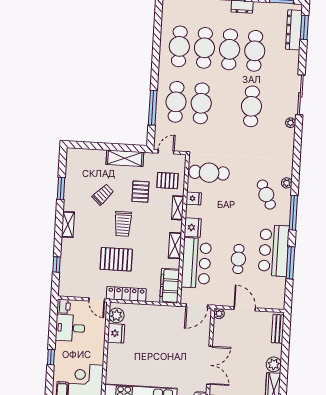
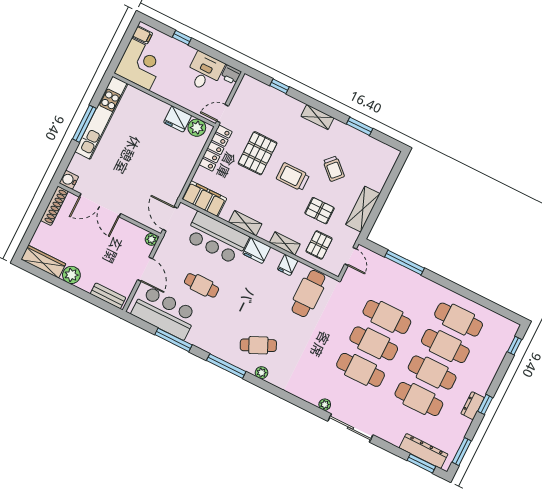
cafe table: (176, 102) -> (374, 343), moved
bar counter: (274, 251) -> (165, 313), moved
door: (245, 309) -> (145, 269), hinge flipped

